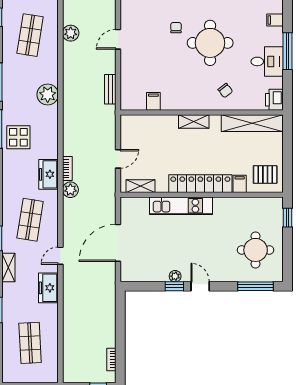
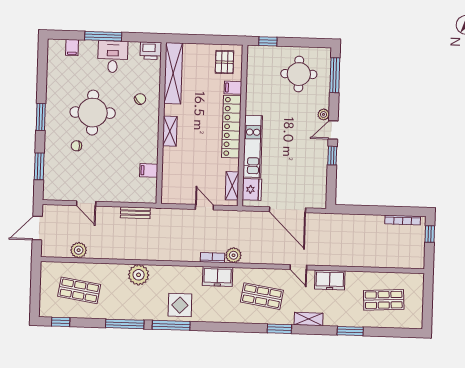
fridge: (138, 206) -> (252, 189), added
plant: (175, 276) -> (324, 114), moved
bookcase: (111, 359) -> (403, 220), width x1.56

